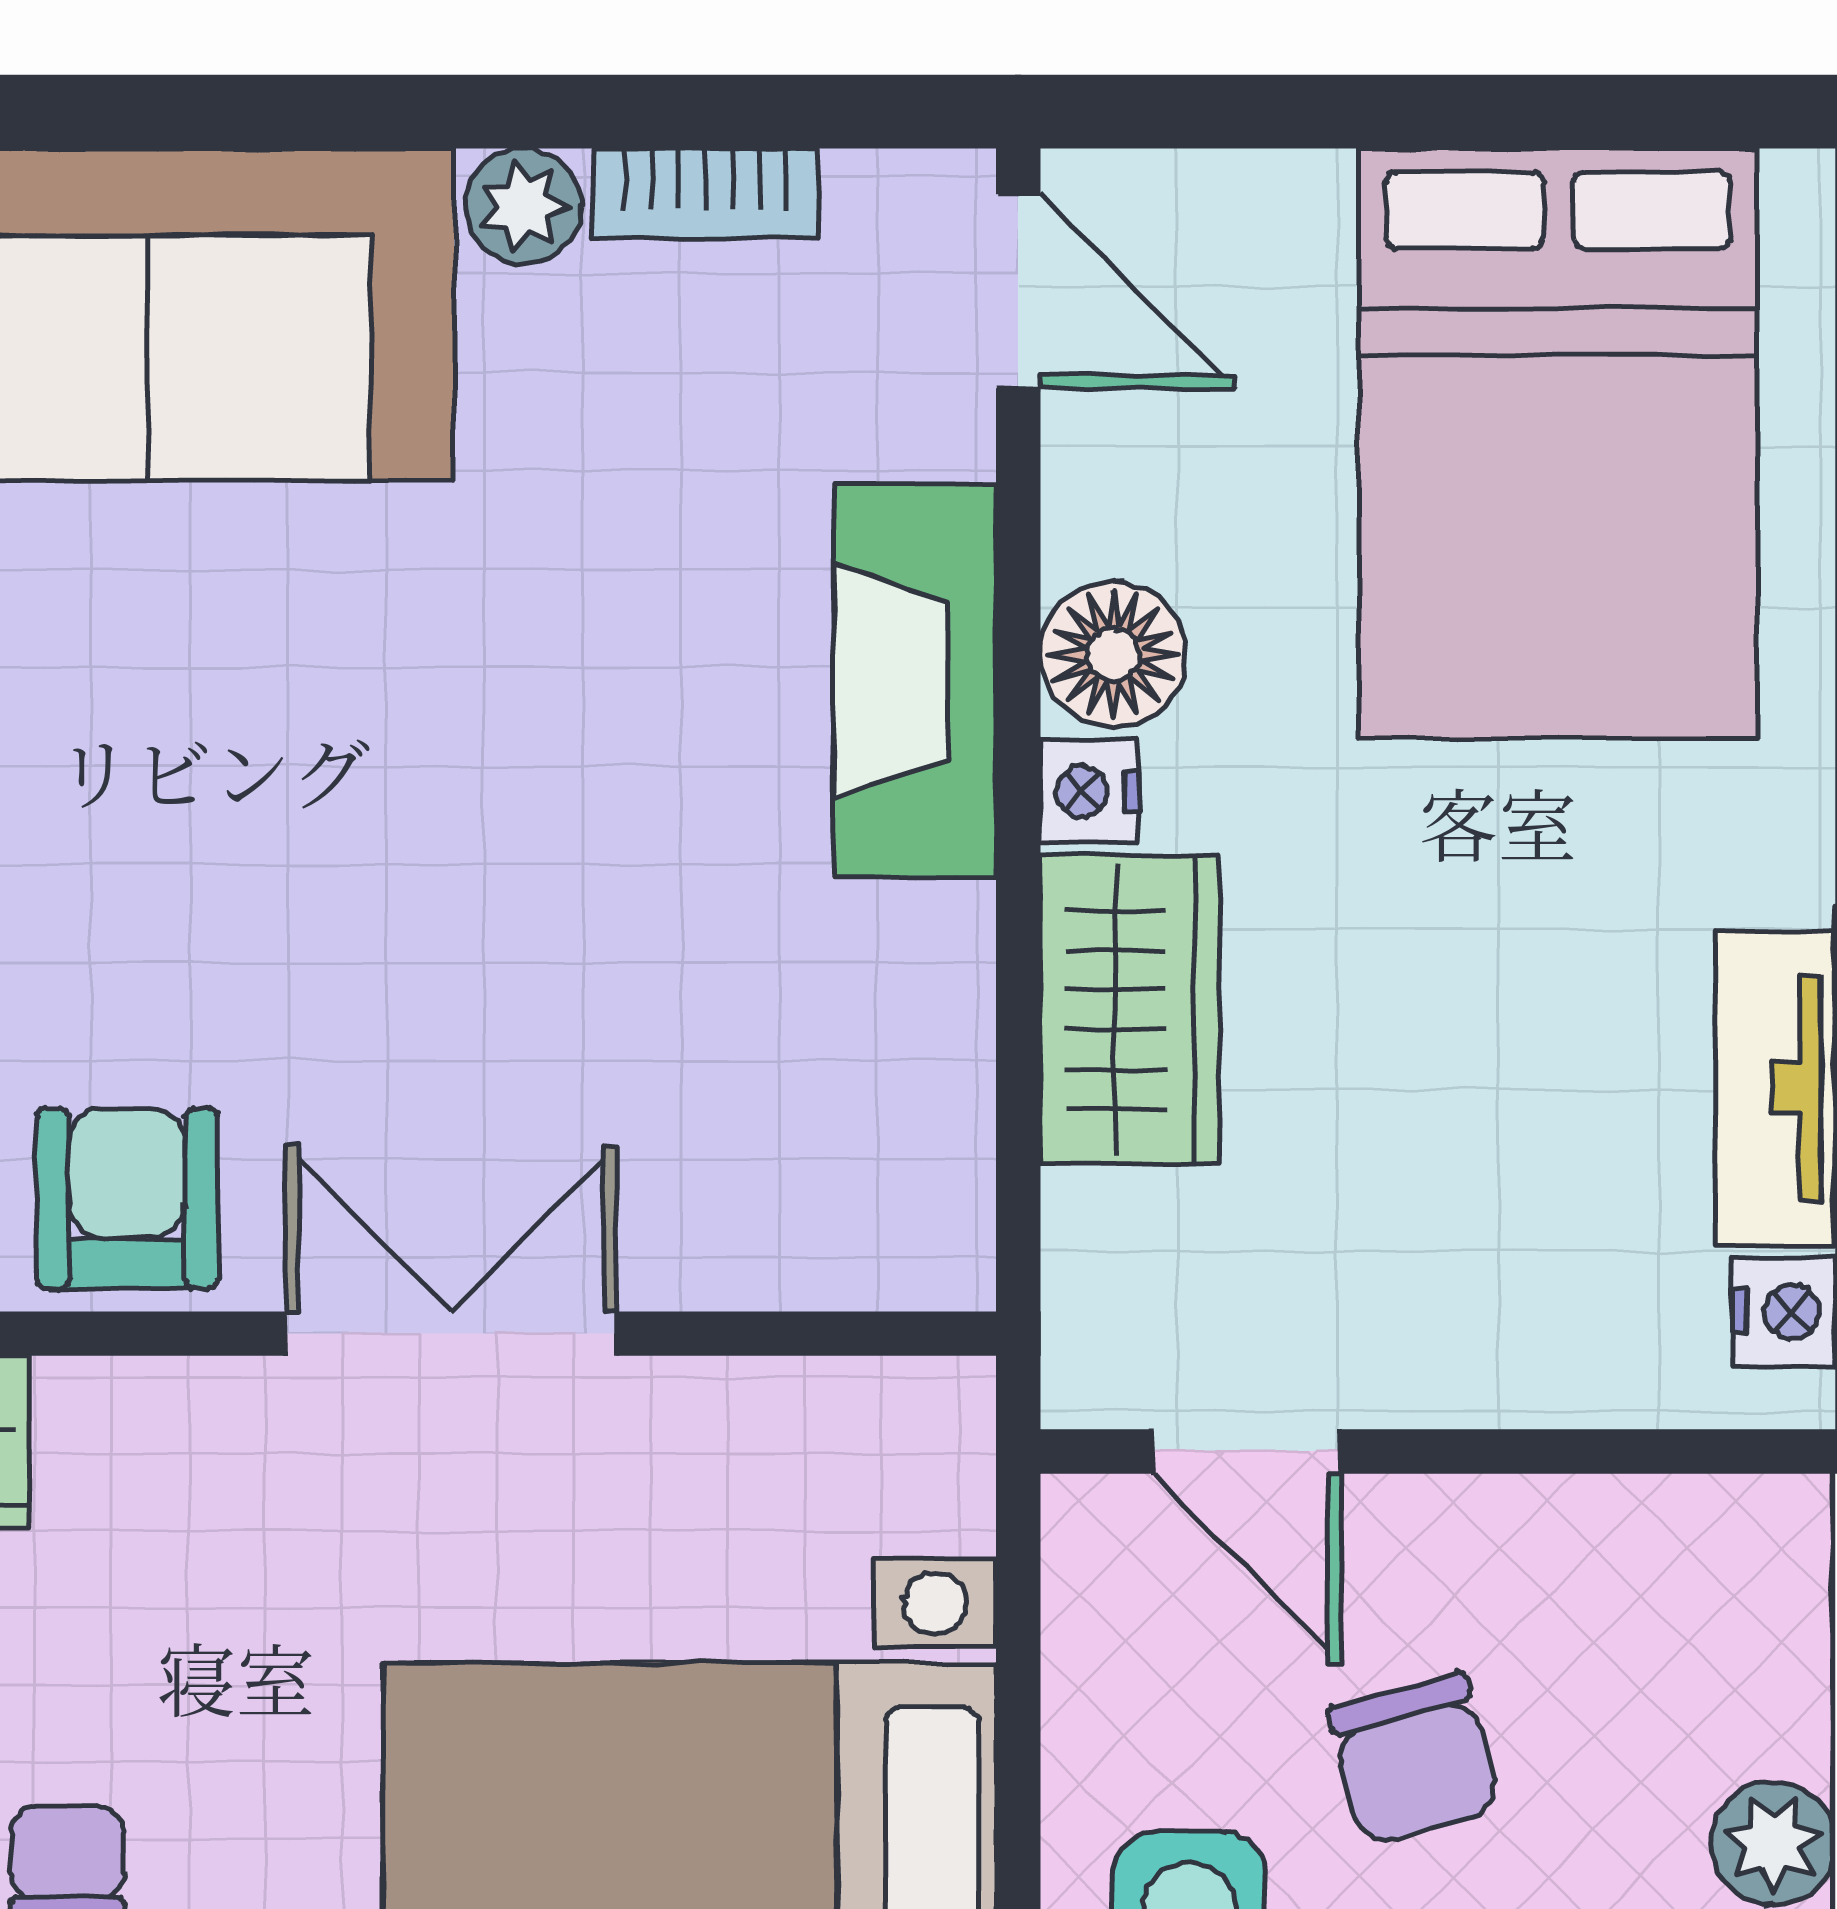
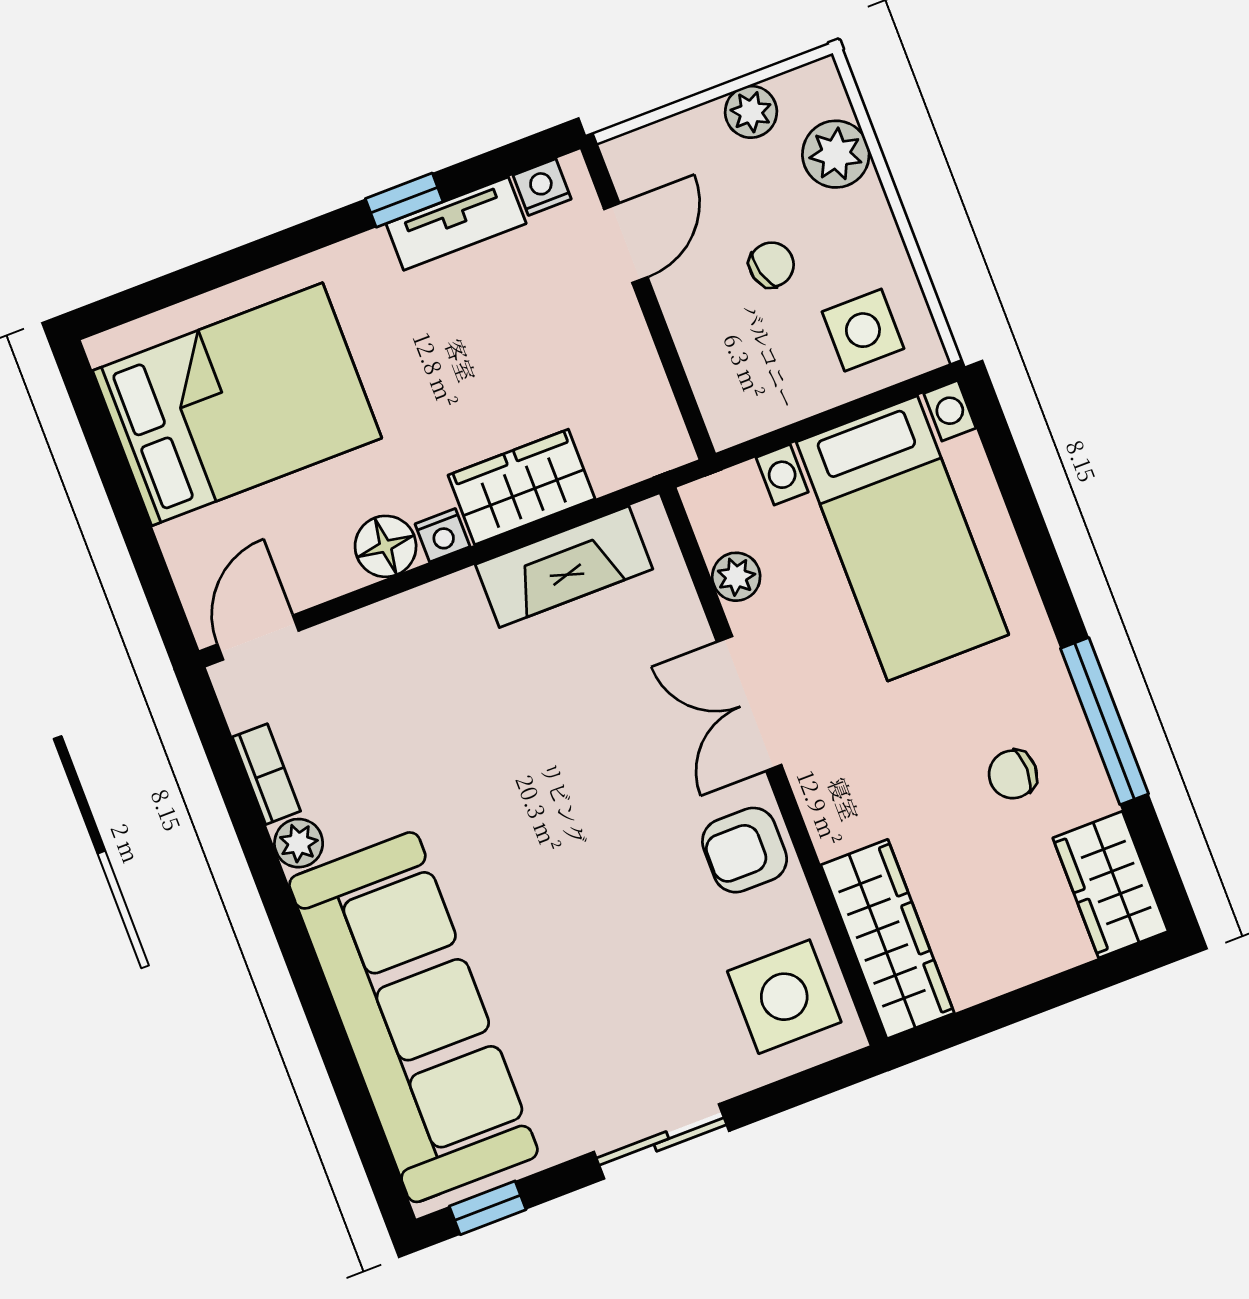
fireplace: (915, 681) -> (564, 567), moved
plant: (746, 1413) -> (736, 577), added
door: (1247, 1451) -> (626, 243), moved
chair: (1414, 1759) -> (772, 265), width x0.73, depth x0.73

